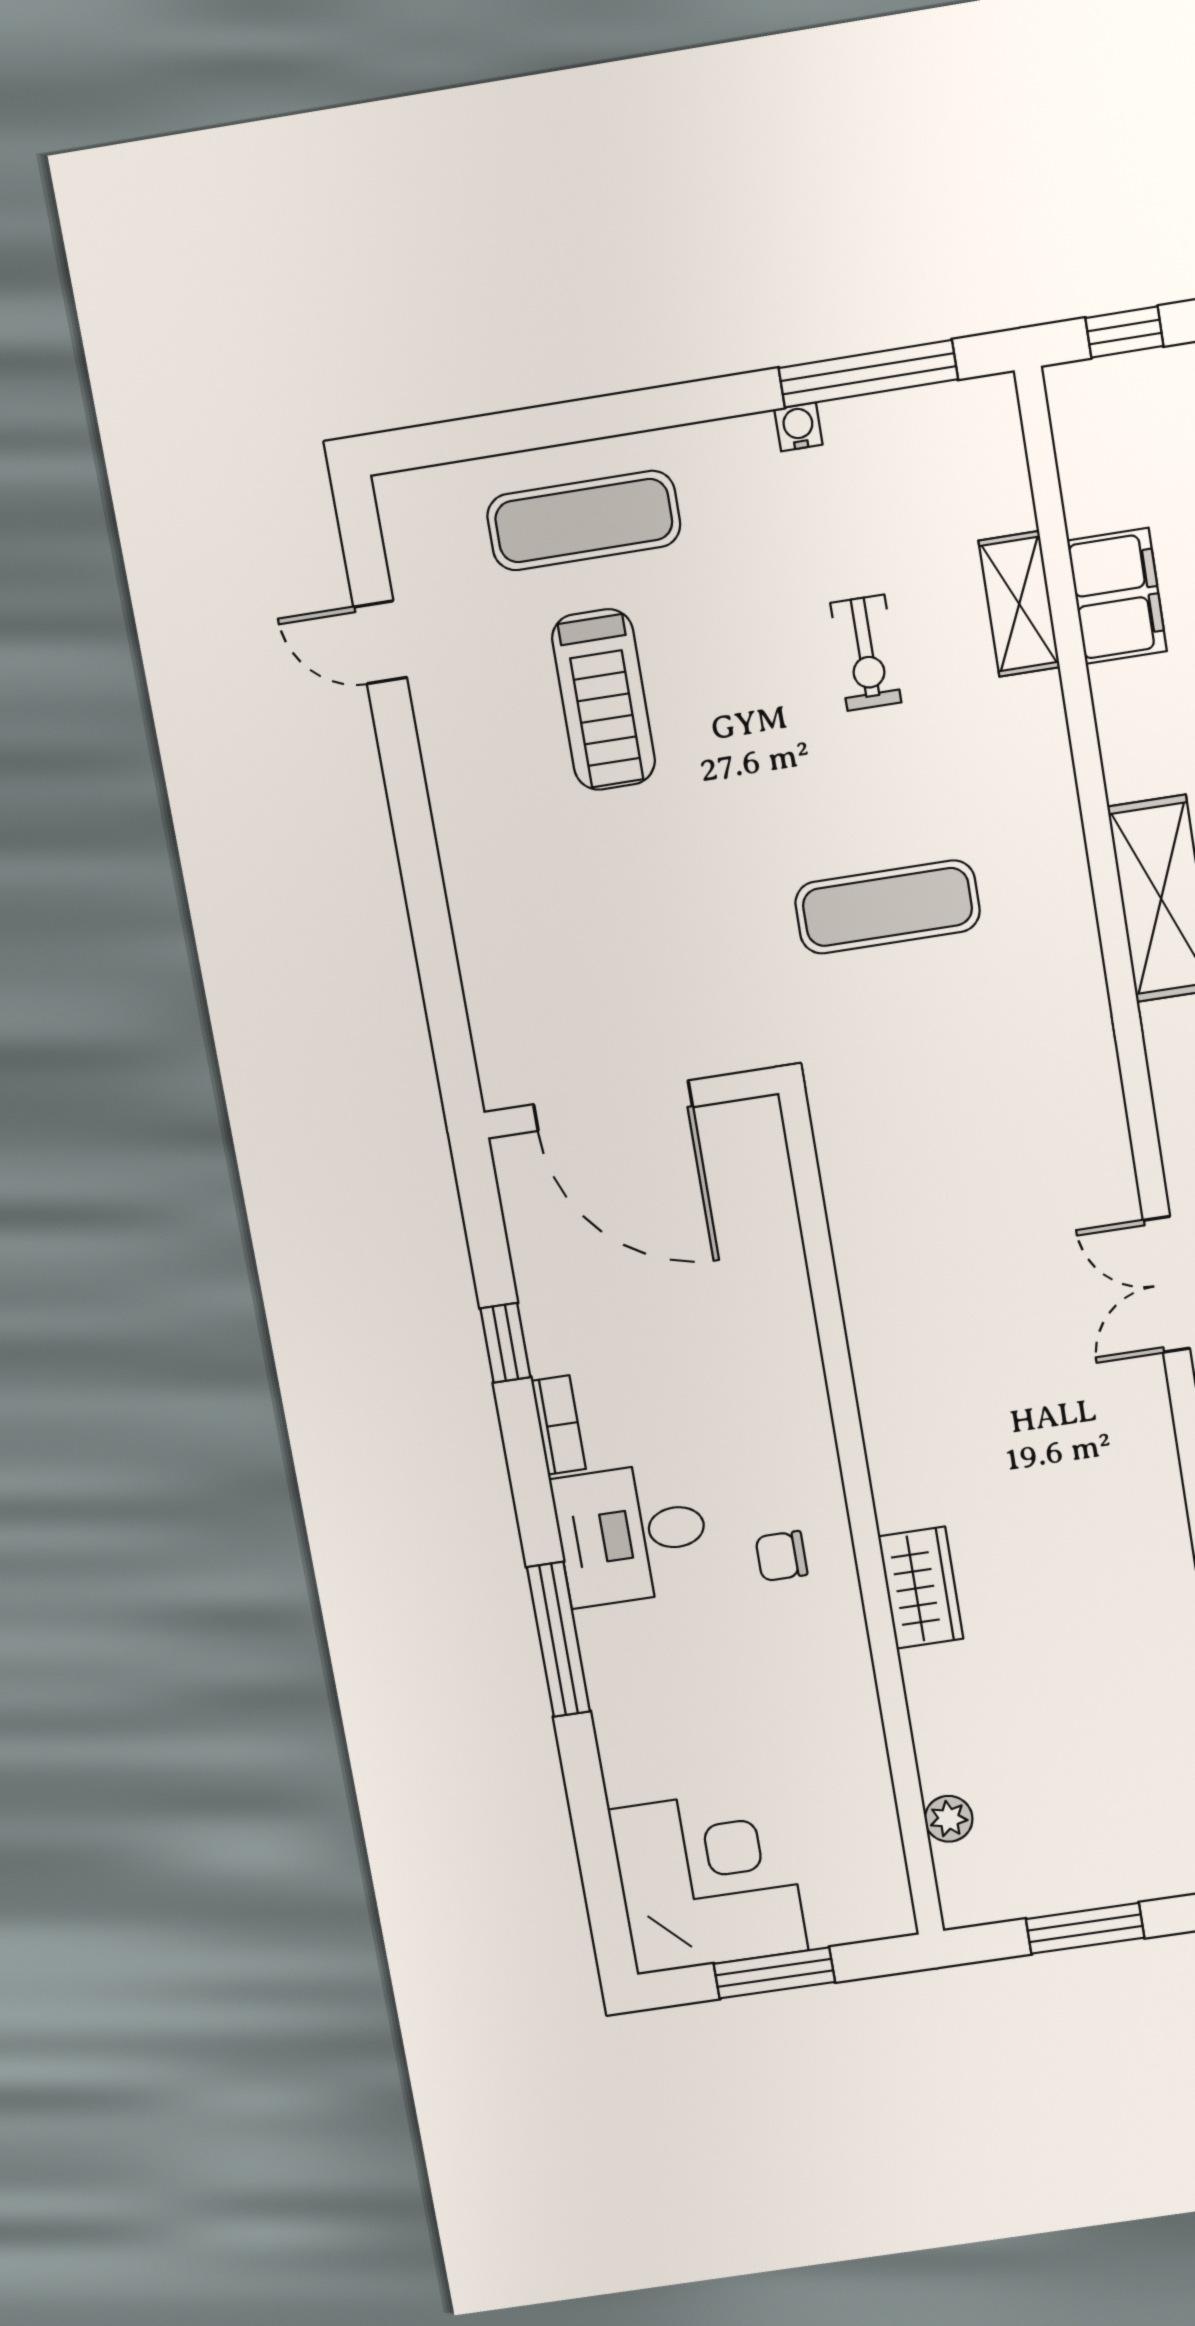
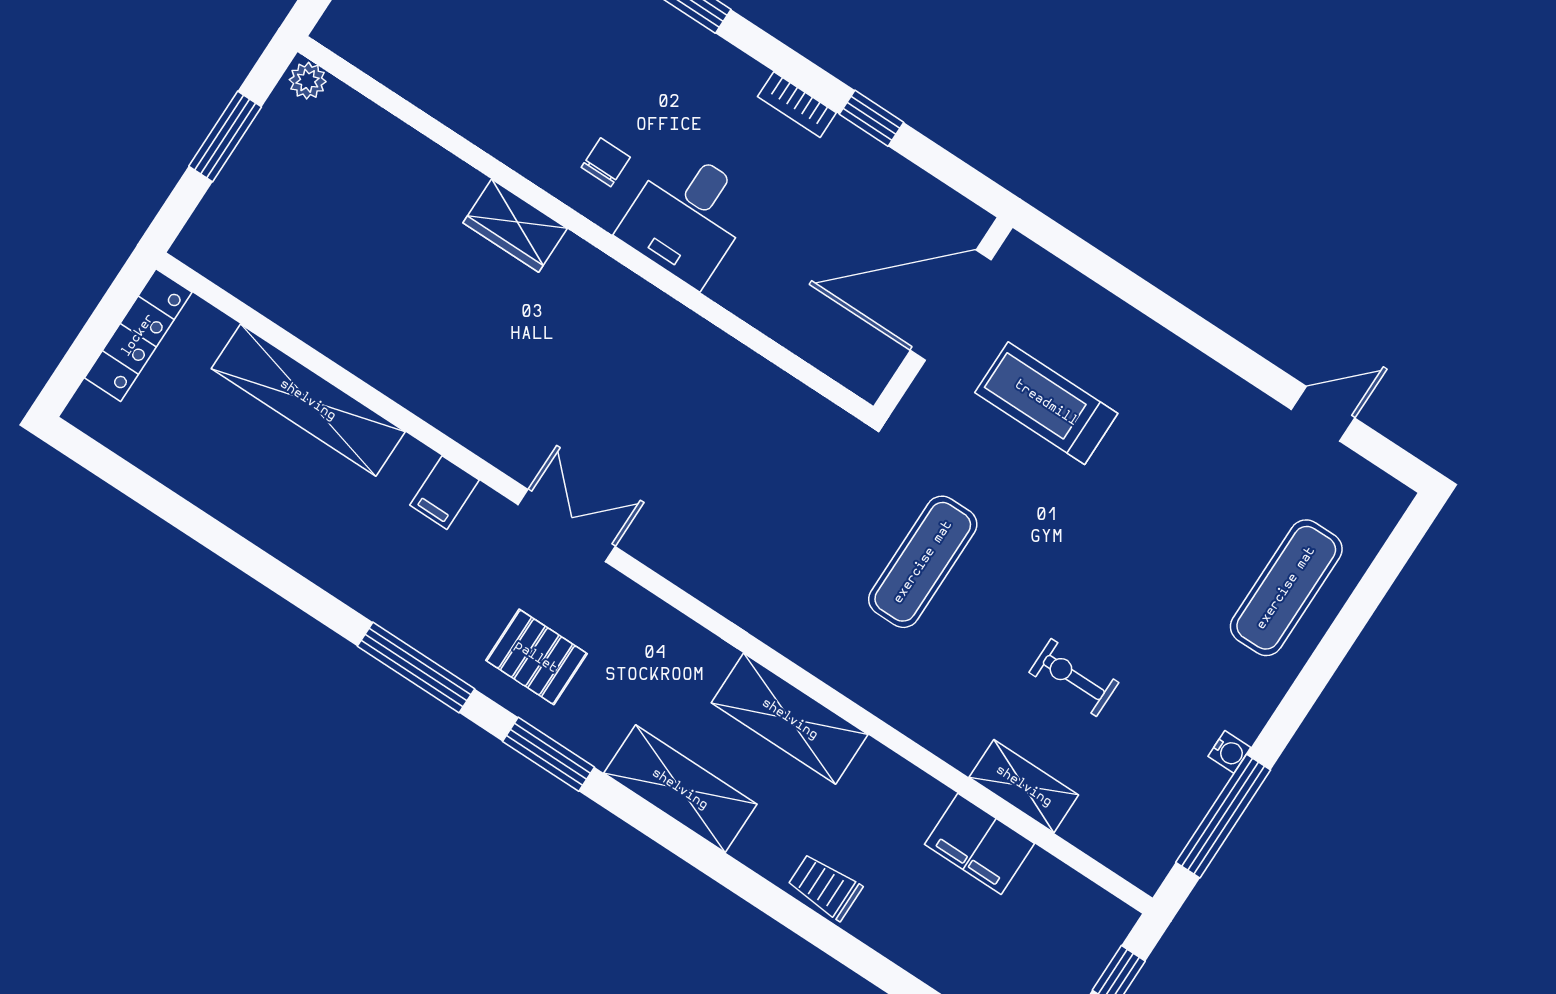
treadmill: (604, 700) -> (1046, 403), moved
desk: (632, 1534) -> (687, 217), moved, turned 180
plant: (949, 1819) -> (308, 81), moved

